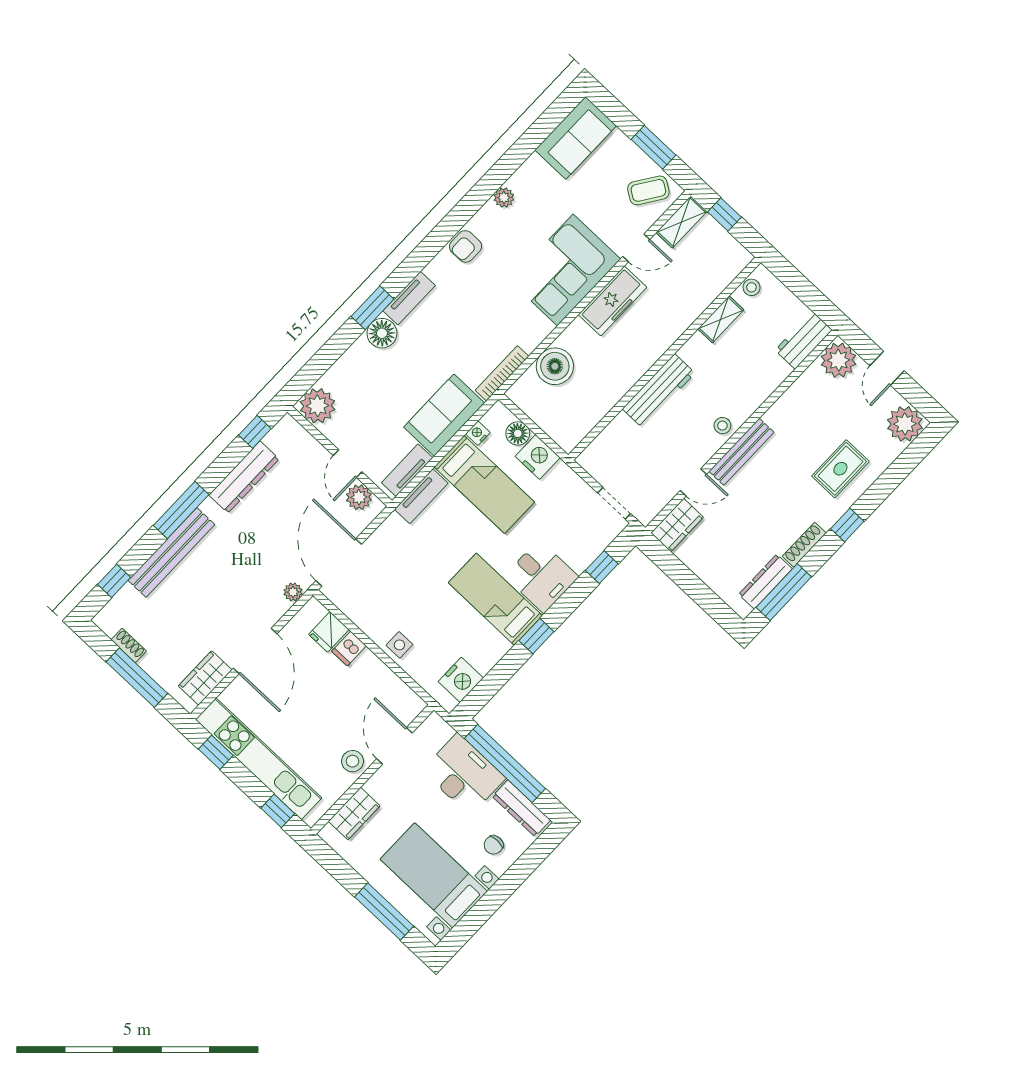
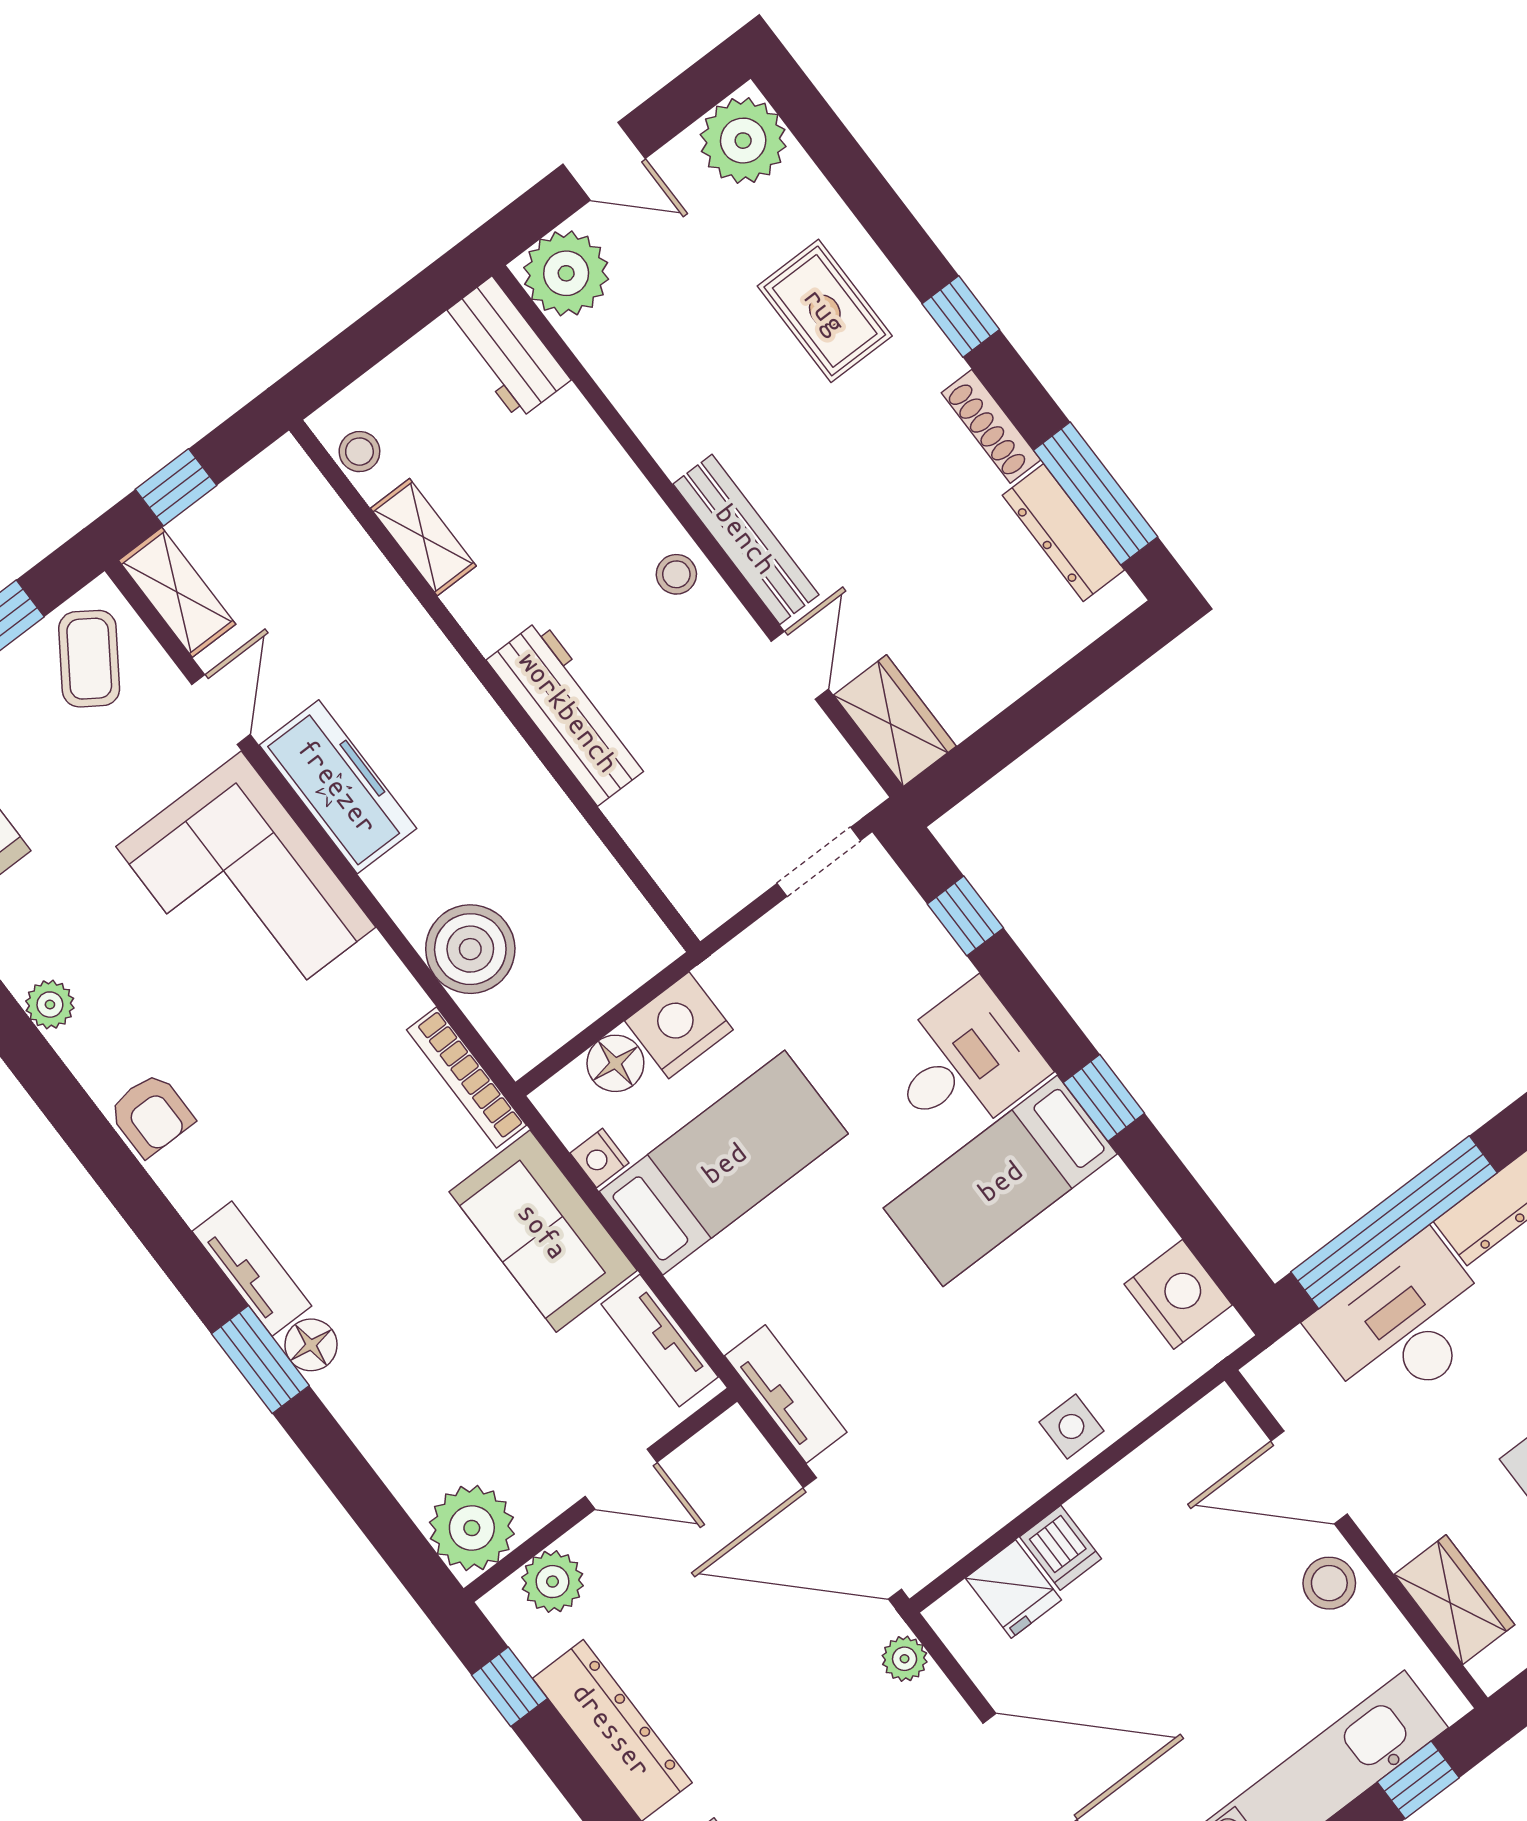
floor lamp: (382, 333) -> (311, 1345), width x0.73, depth x0.73
tv unit: (421, 496) -> (786, 1394), moved
plant: (359, 497) -> (552, 1582), moved

